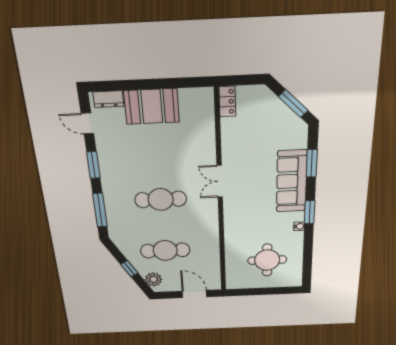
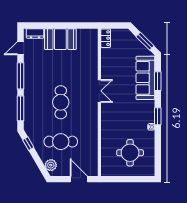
door: (87, 123) -> (21, 48), hinge flipped
window: (93, 165) -> (21, 76), width x1.44
double door: (220, 181) -> (99, 91), swing flipped
sofa: (292, 181) -> (145, 78), moved
cafe table: (161, 199) -> (61, 102), turned 90
window: (129, 269) -> (28, 144), moved

